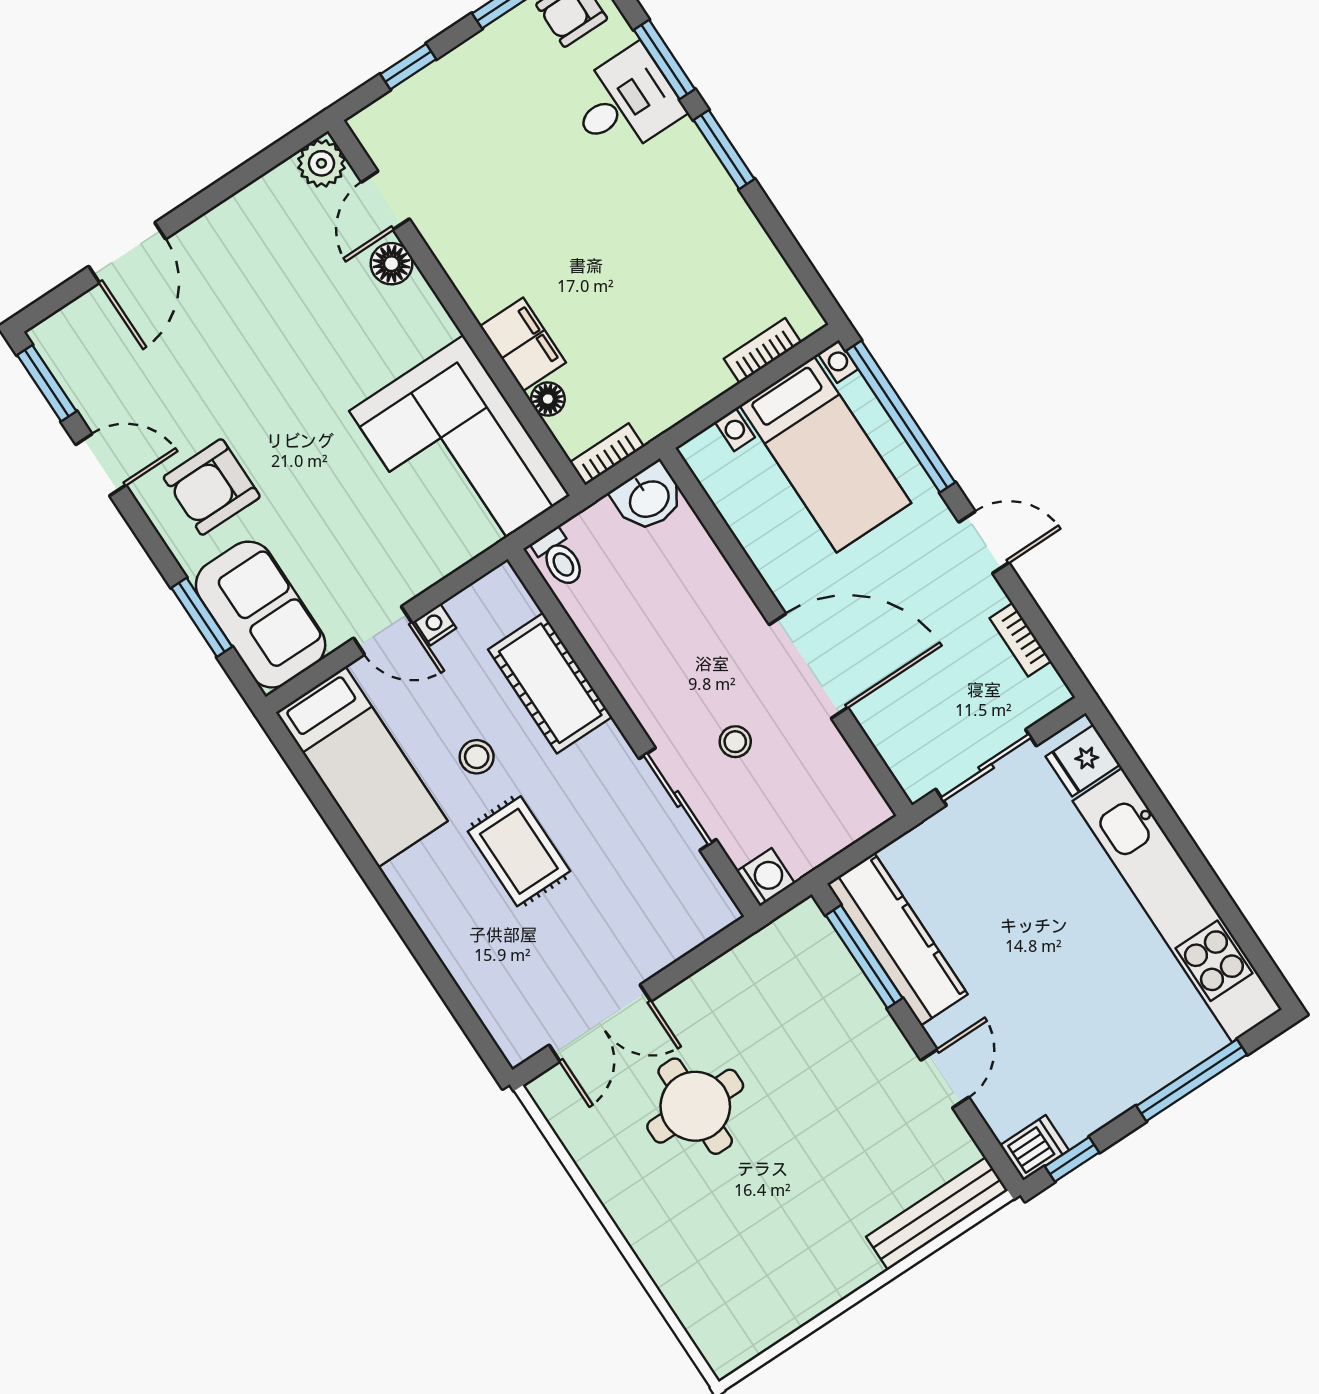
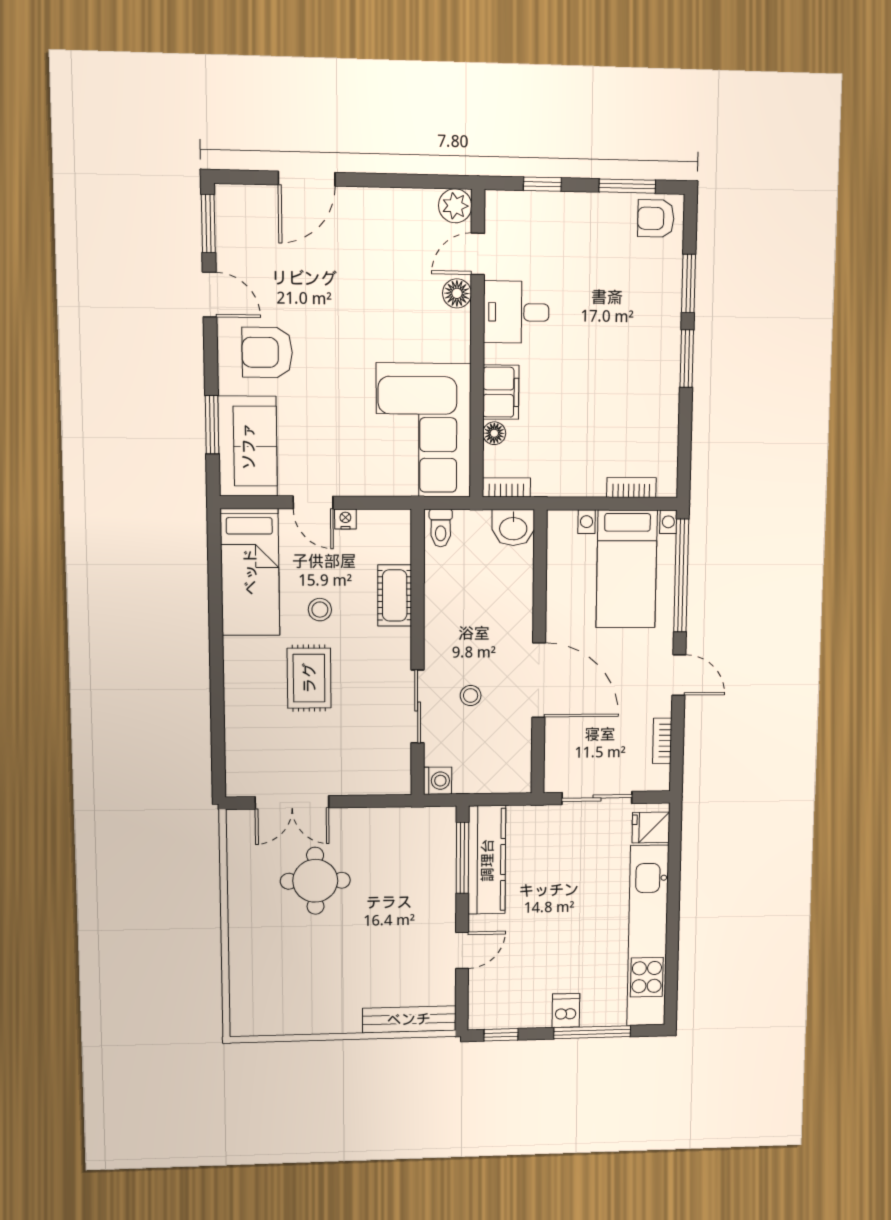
desk: (625, 103) -> (516, 312), moved, turned 180
cot: (550, 683) -> (395, 595), width x0.73, depth x0.75
dishwasher: (1034, 1148) -> (566, 1011), moved, turned -90

